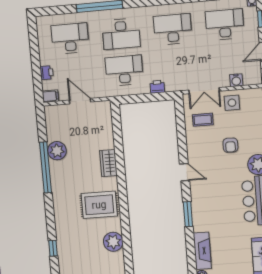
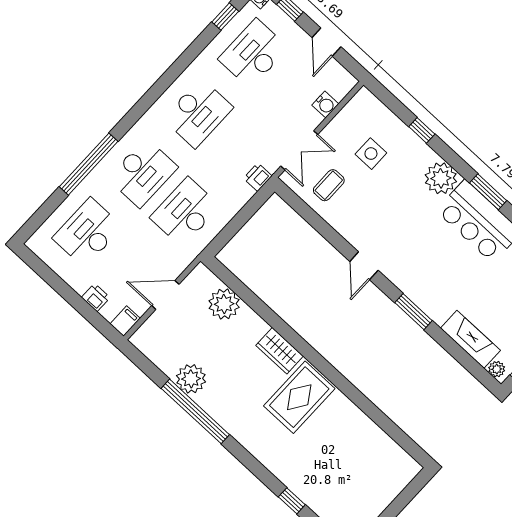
desk: (173, 29) -> (198, 113), turned 180
printer: (157, 87) -> (258, 177), moved
side table: (232, 103) -> (371, 154), moved
armchair: (230, 145) -> (388, 185), removed
wardrobe: (108, 163) -> (280, 351), moved
door: (185, 172) -> (364, 266), swing flipped
plant: (113, 242) -> (224, 304), moved

